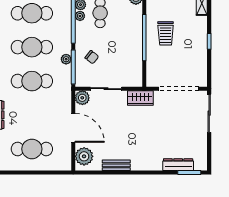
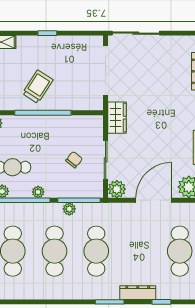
plant: (80, 16) -> (38, 192), moved
trolley: (166, 33) -> (38, 87), turned -57
chair: (92, 57) -> (74, 160), moved

